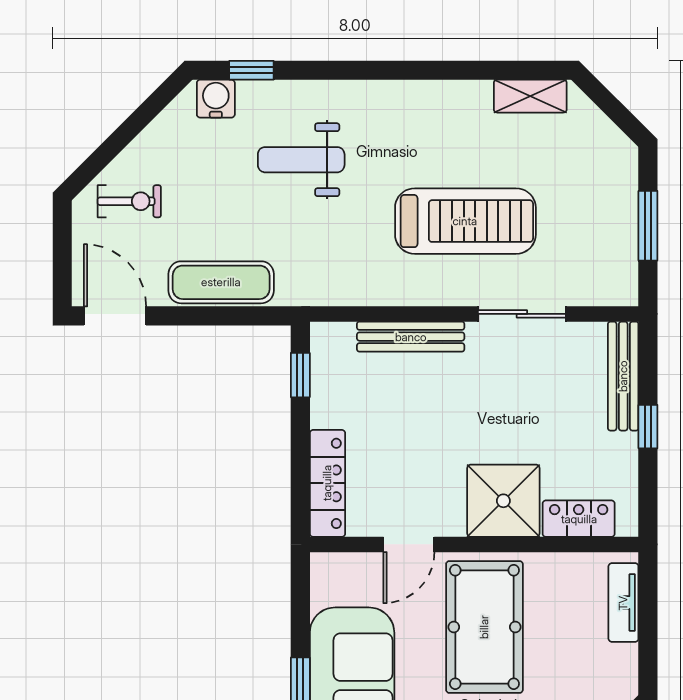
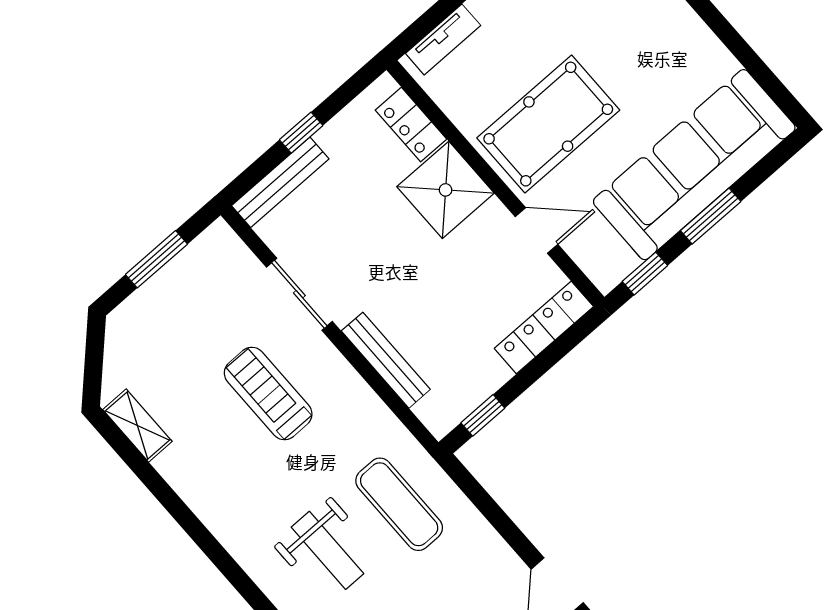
treadmill: (465, 221) -> (268, 394), width x0.73, depth x0.73
exercise mat: (221, 282) -> (399, 504), moved
window: (300, 600) -> (645, 274), added

